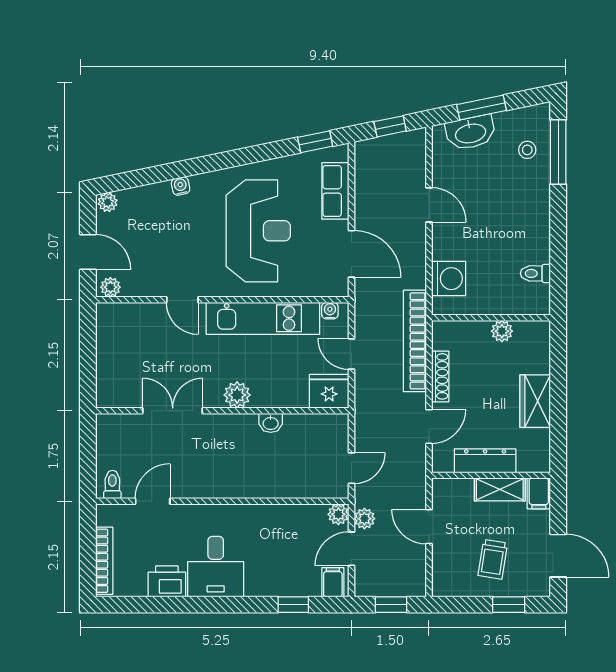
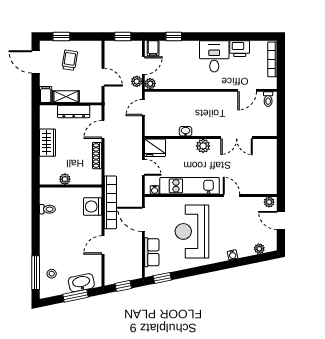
plant: (108, 202) -> (259, 249), moved
door: (429, 205) -> (103, 245), hinge flipped
bookcase: (415, 341) -> (110, 202), moved

